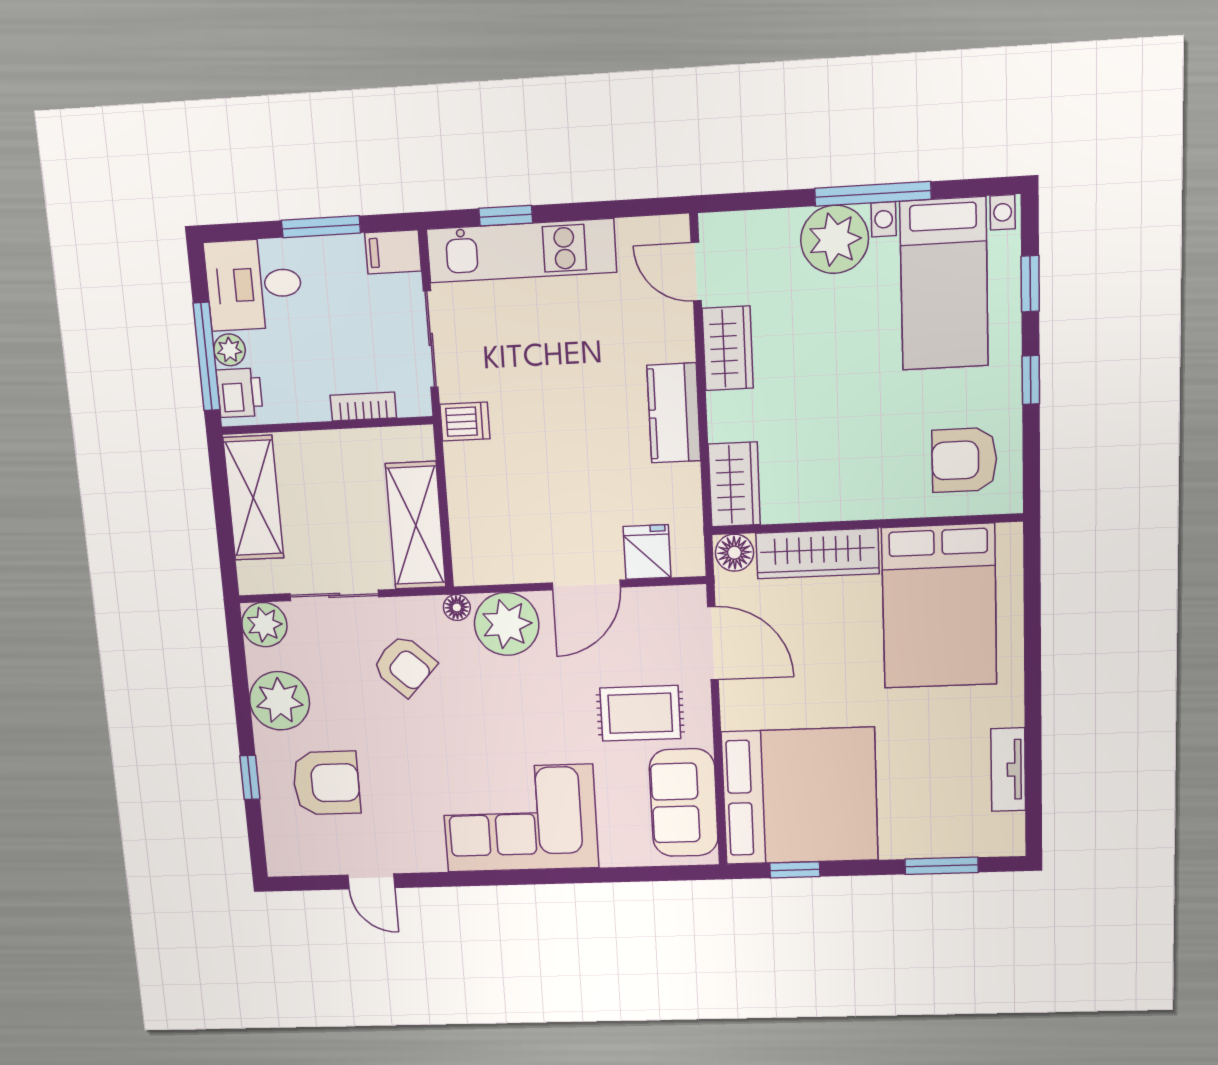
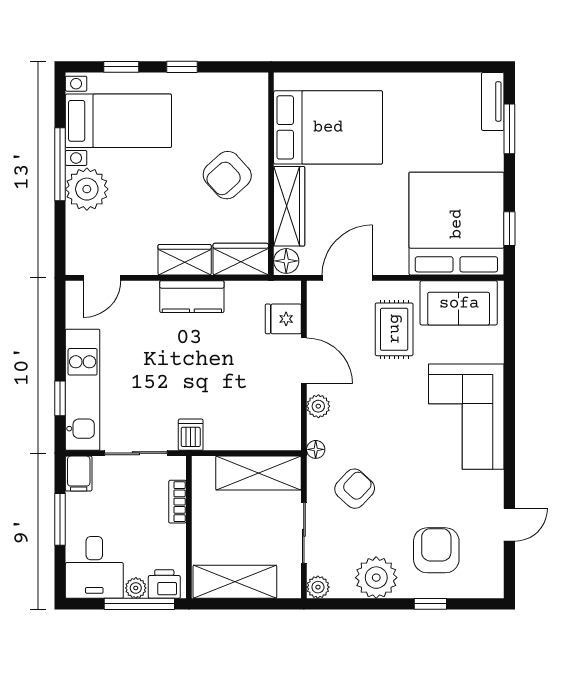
wardrobe: (728, 348) -> (185, 260), moved
armchair: (964, 460) -> (227, 175), moved, turned 48
plant: (507, 624) -> (318, 406), width x0.53, depth x0.53
plant: (264, 625) -> (318, 587), width x0.73, depth x0.73
tv unit: (1008, 770) -> (493, 101), moved, turned 90

